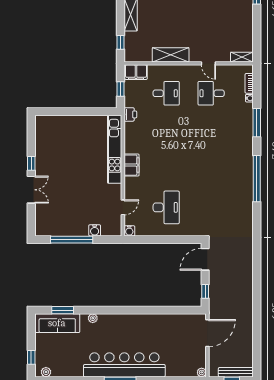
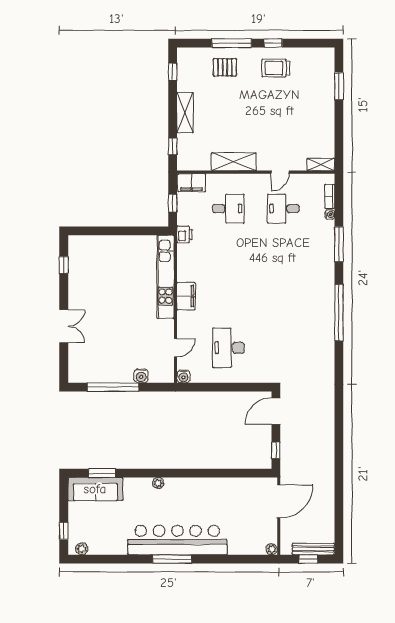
door: (208, 63) -> (280, 172), hinge flipped
window: (31, 163) -> (64, 265), moved
desk: (166, 207) -> (228, 348), turned 180
plant: (93, 318) -> (158, 483), moved

